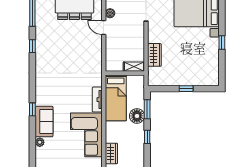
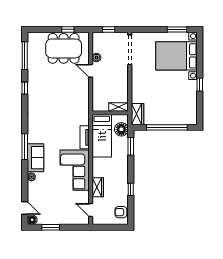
wardrobe: (154, 55) -> (137, 114), moved
window: (186, 89) -> (167, 127), width x3.17
window: (32, 109) -> (25, 147), width x2.17
floor lamp: (137, 116) -> (121, 129), moved
window: (147, 137) -> (131, 189), moved

